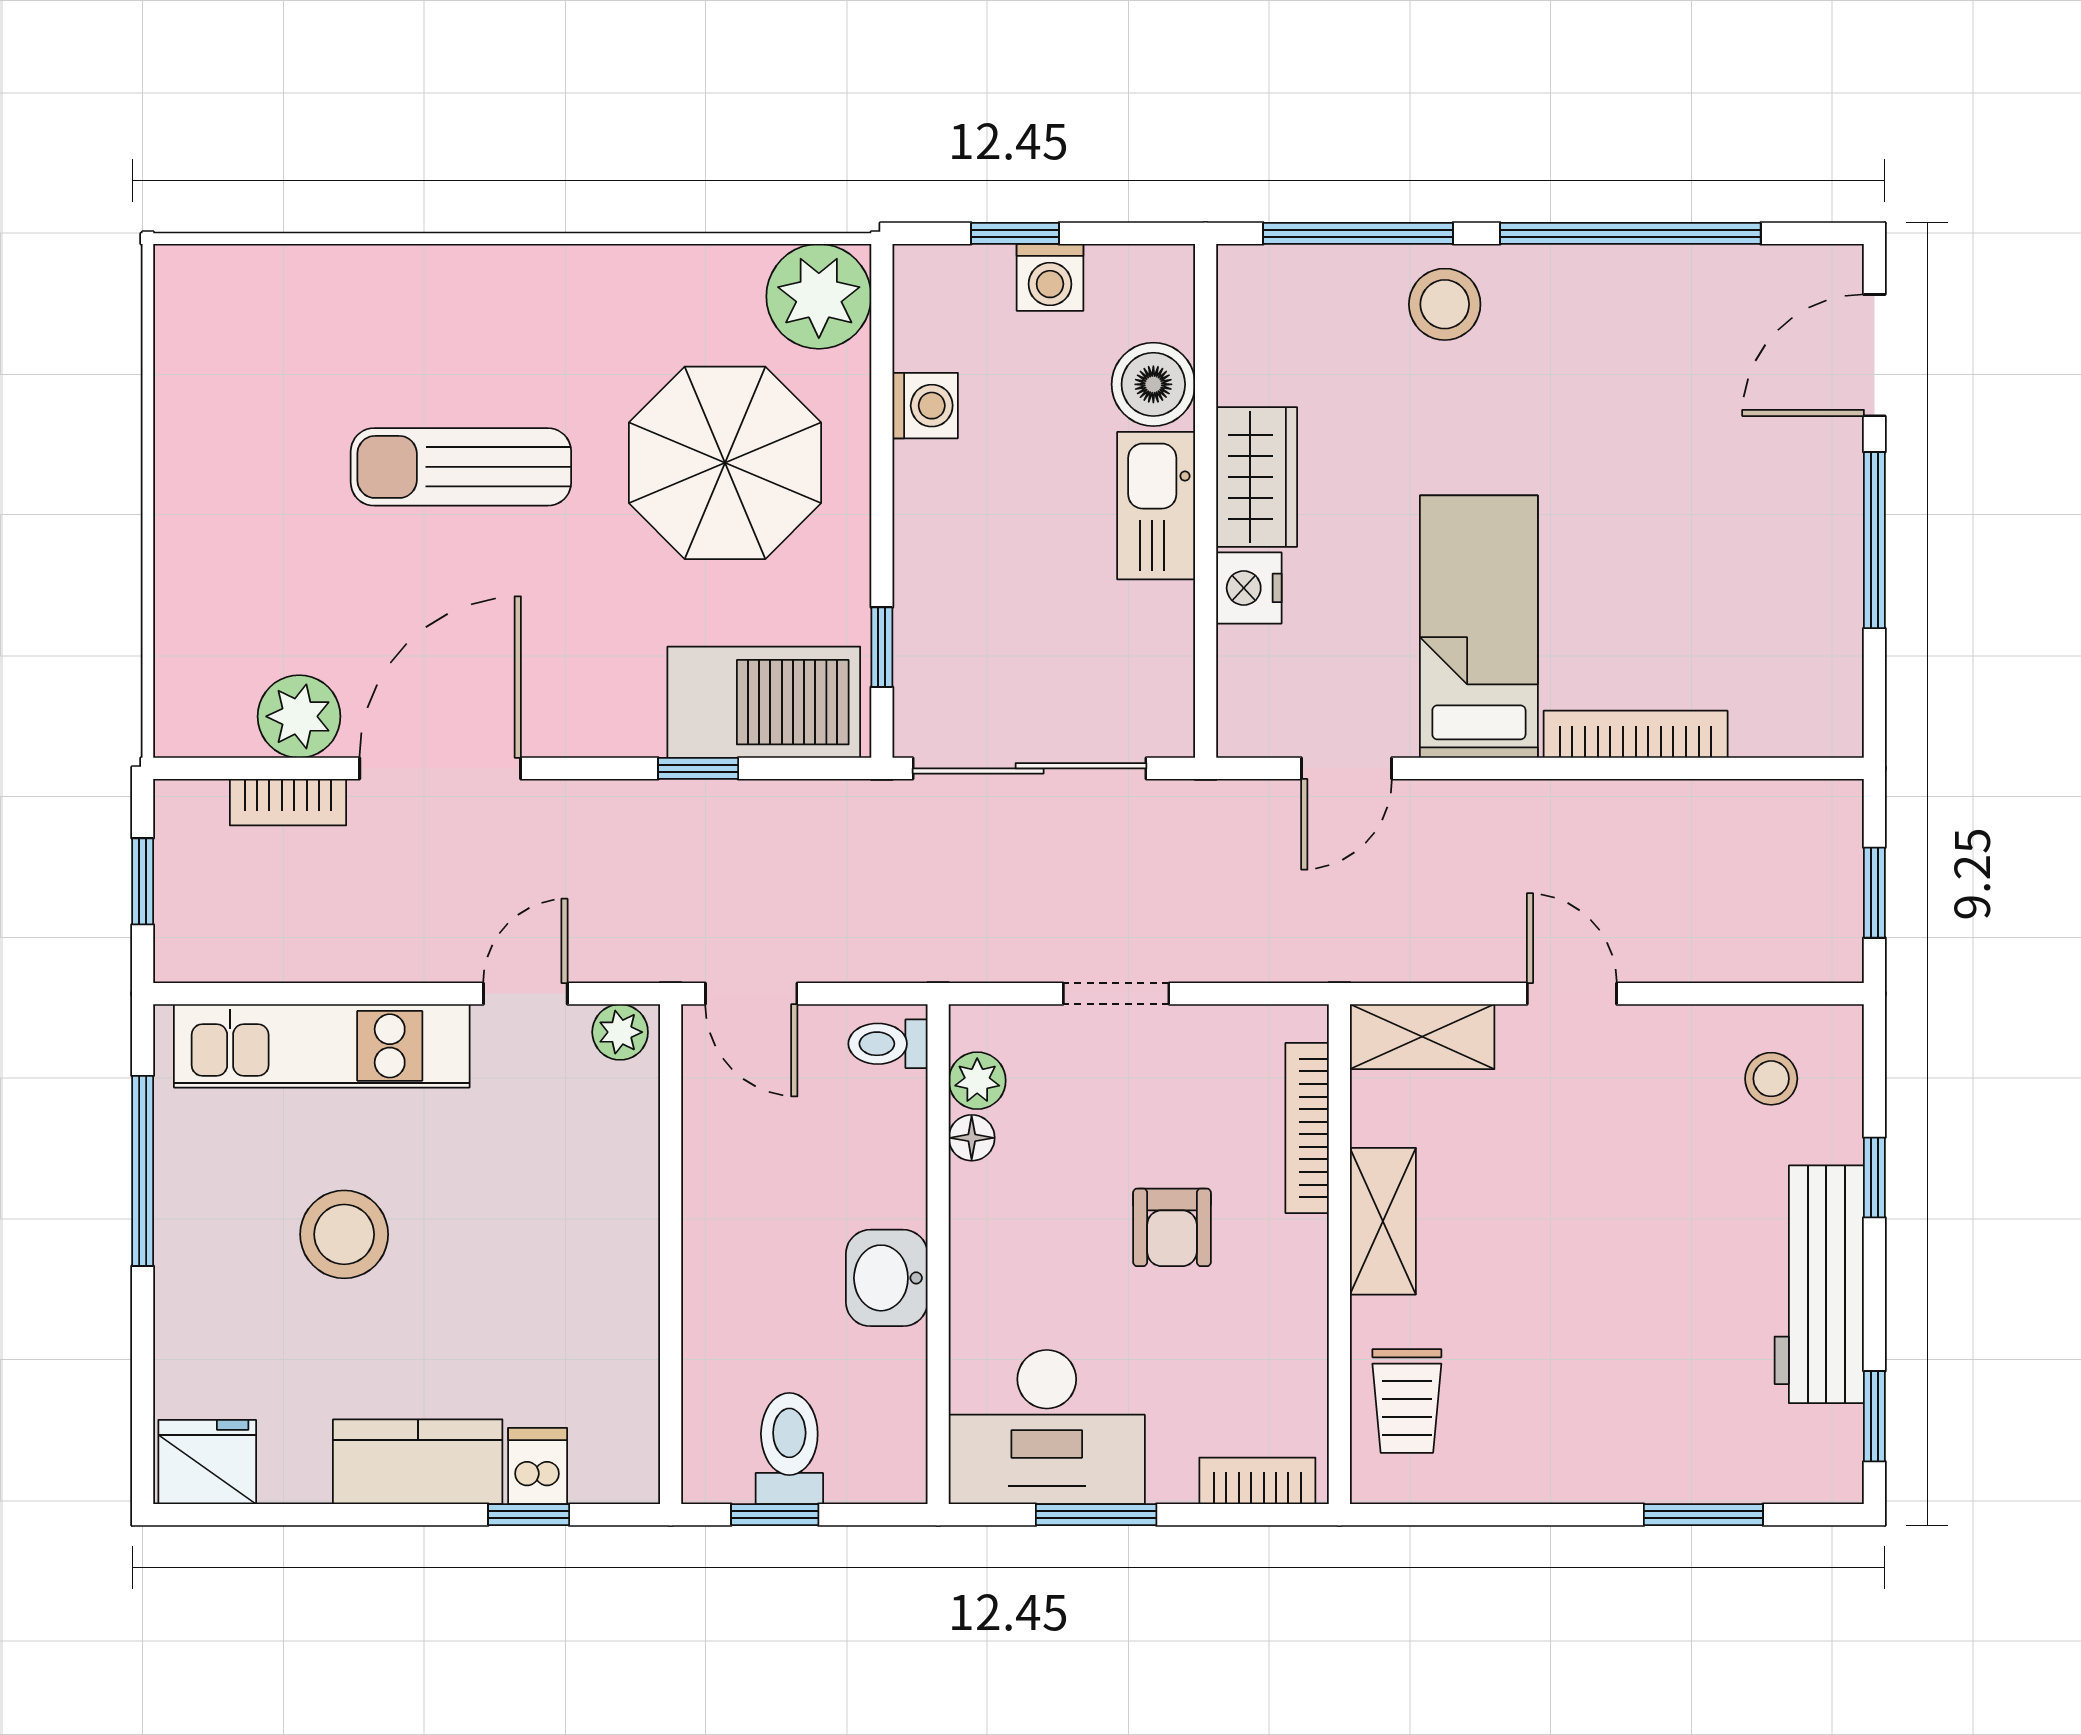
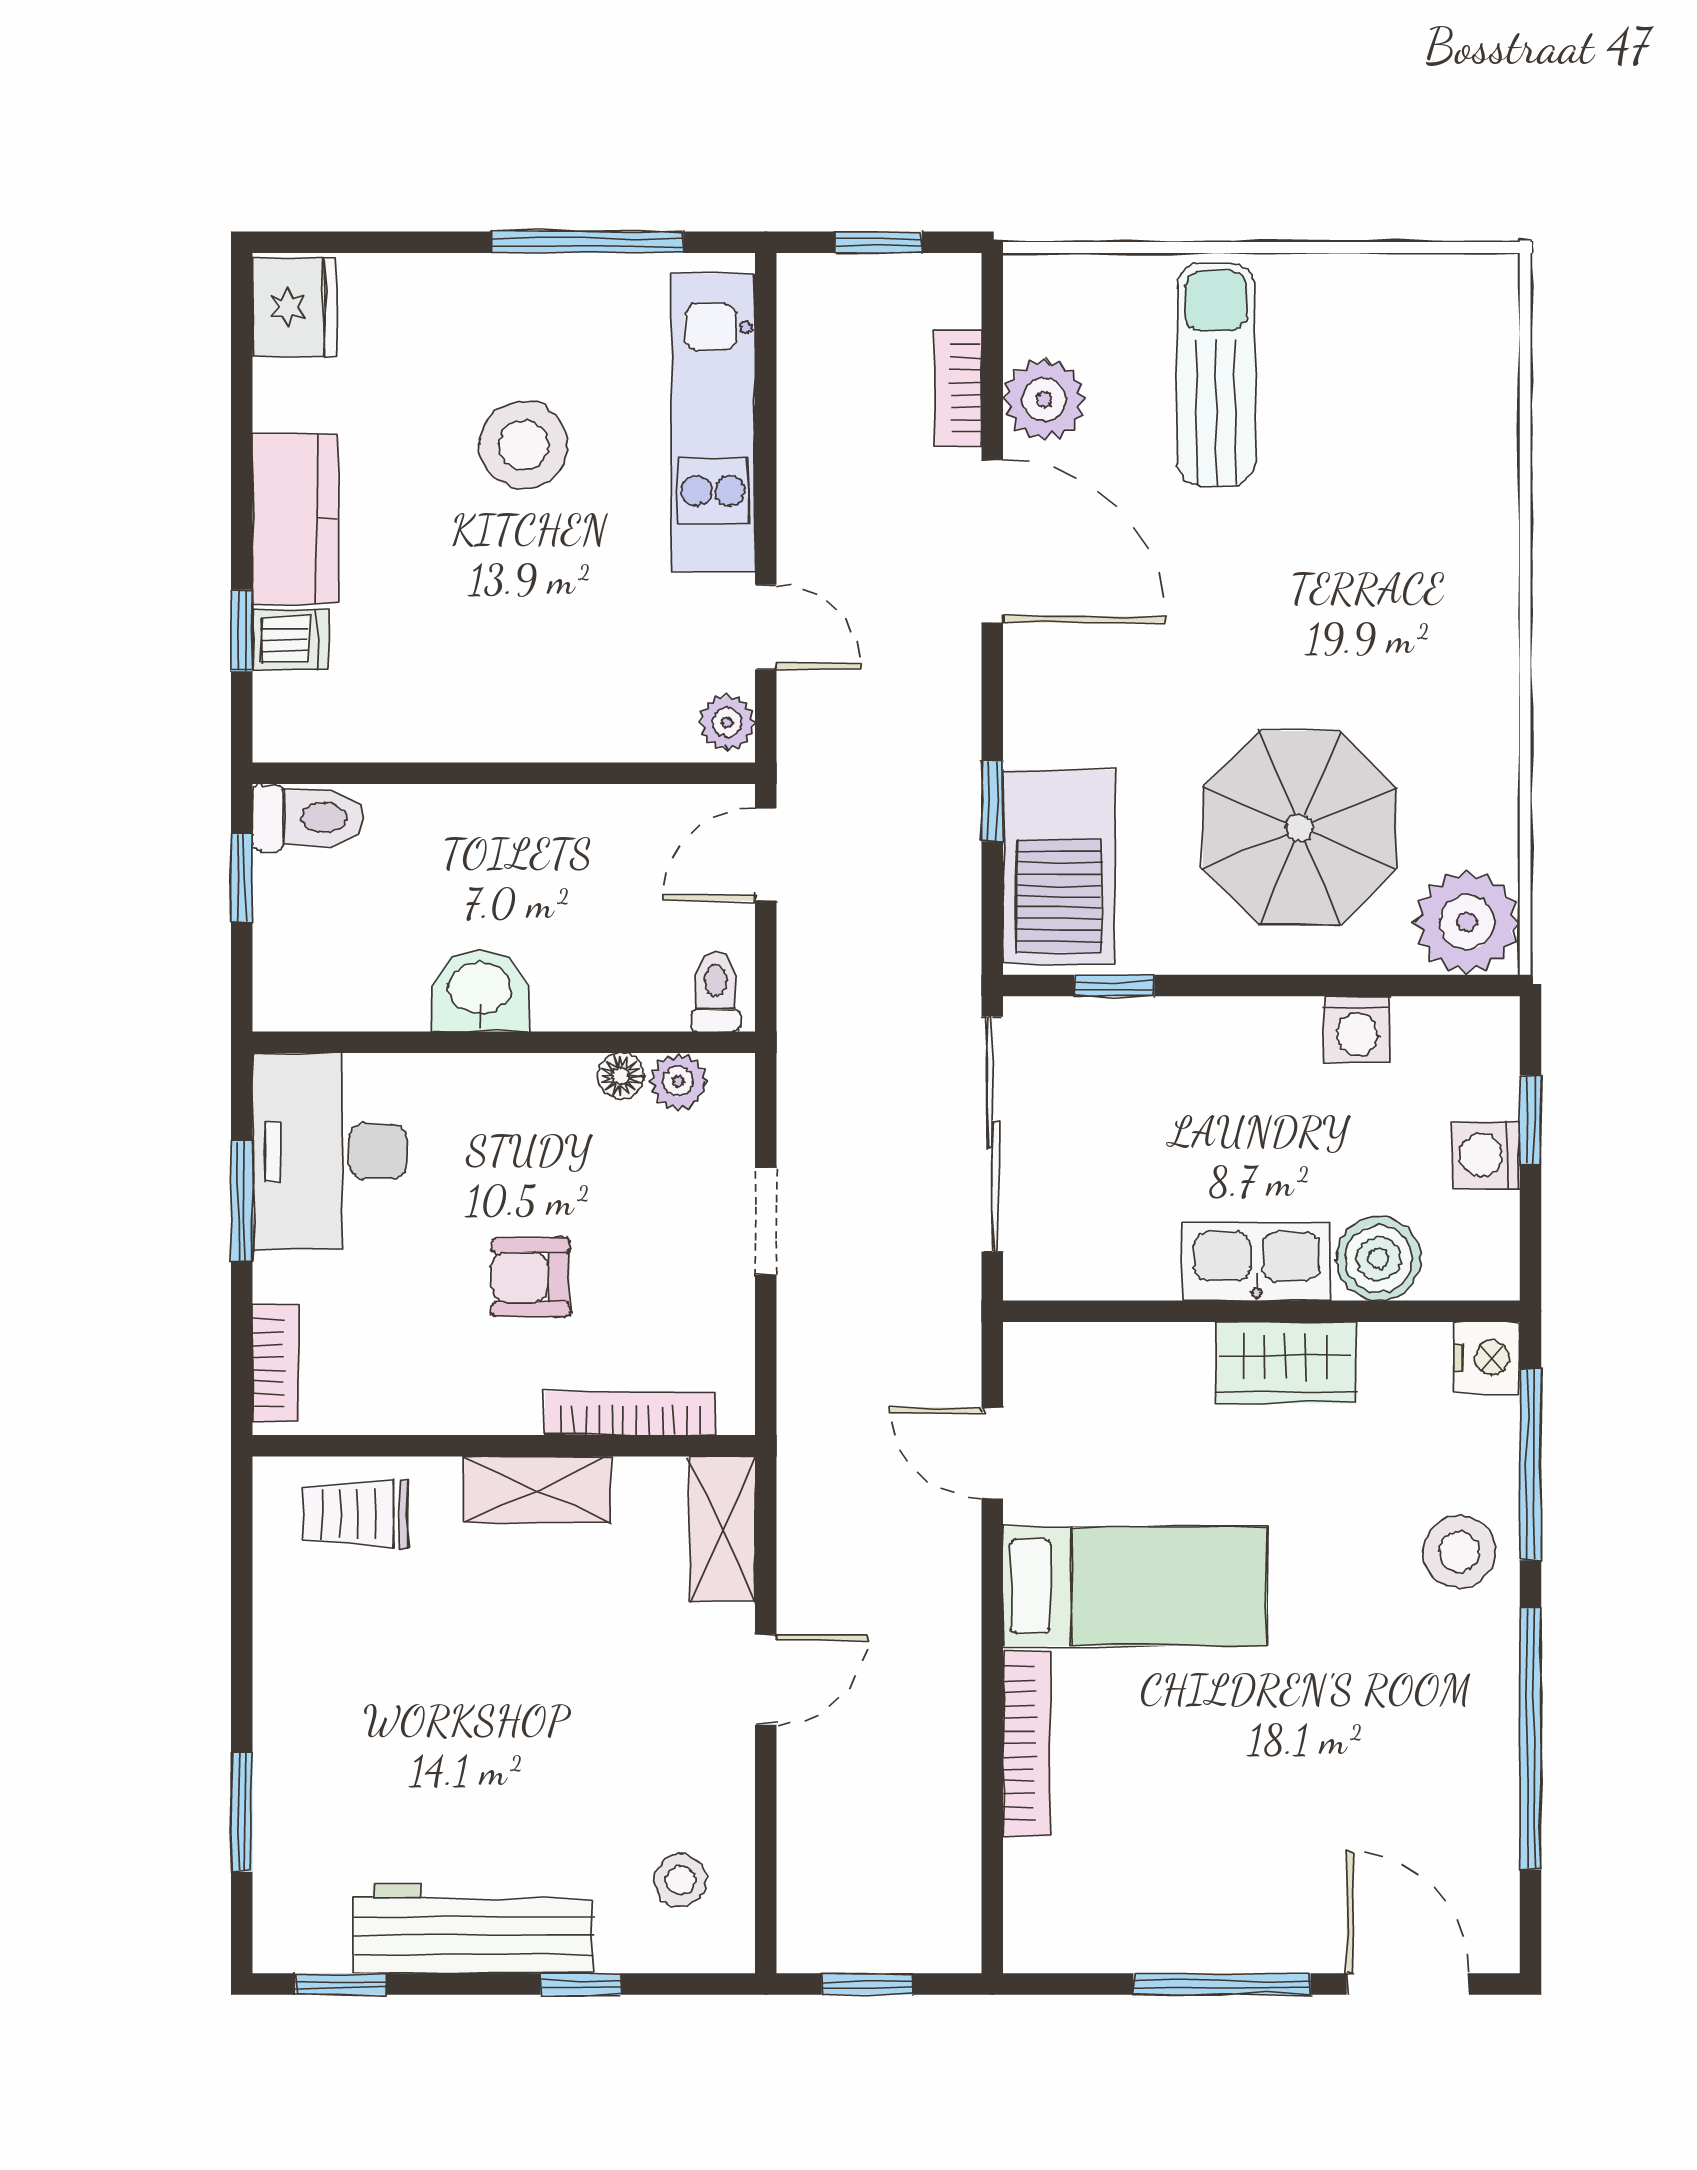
sun lounger: (461, 467) -> (1216, 375), moved
nightstand: (1249, 588) -> (1487, 1358), moved, turned 90
toilet: (789, 1448) -> (308, 818), moved

